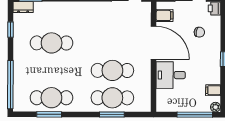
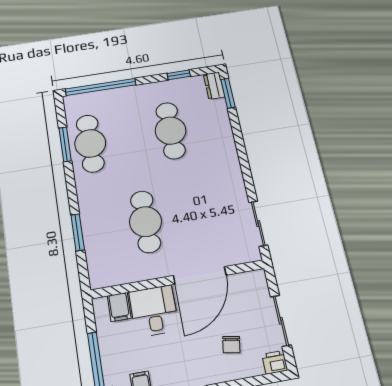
filing cabinet: (165, 15) -> (119, 307), moved
cafe table: (112, 98) -> (103, 229), removed

